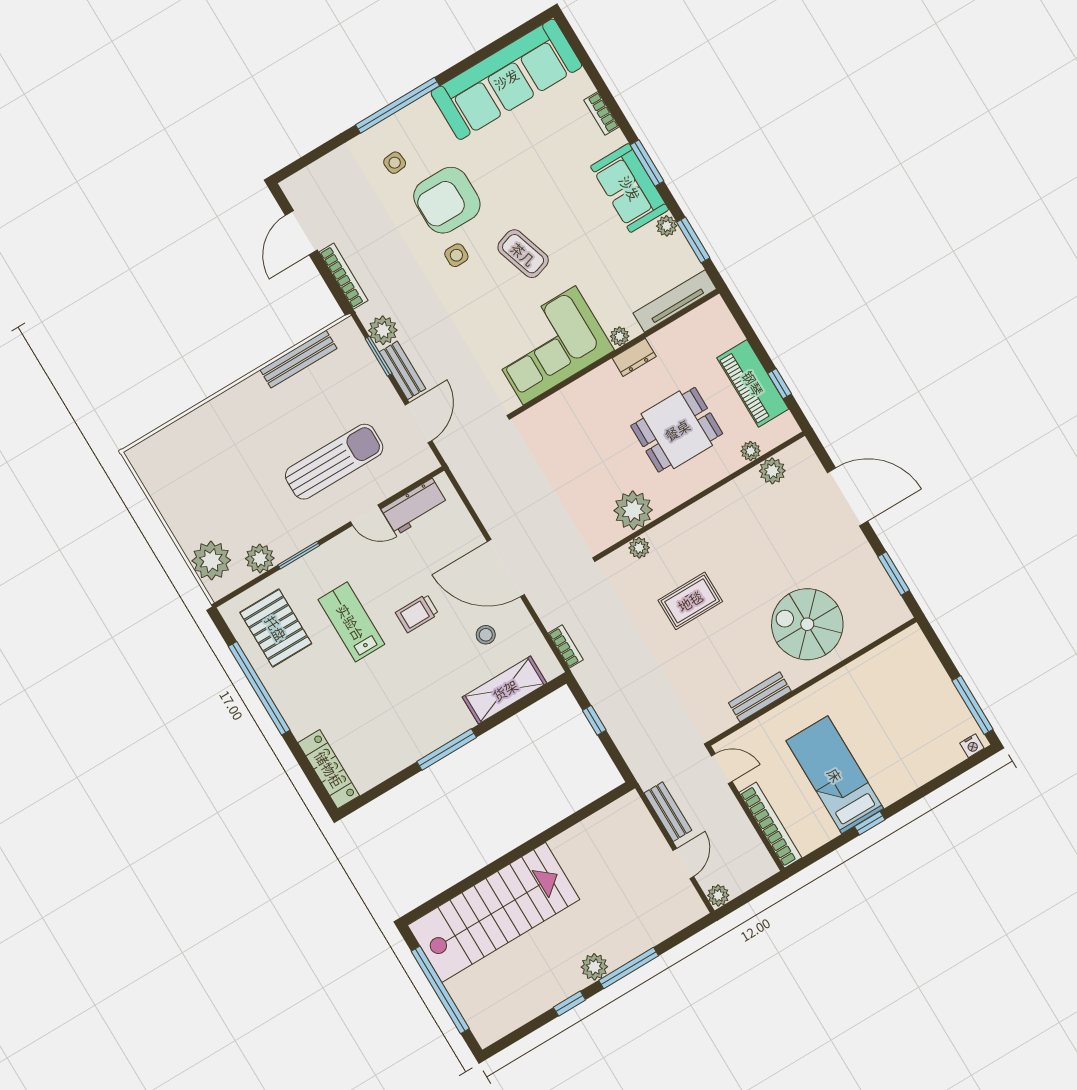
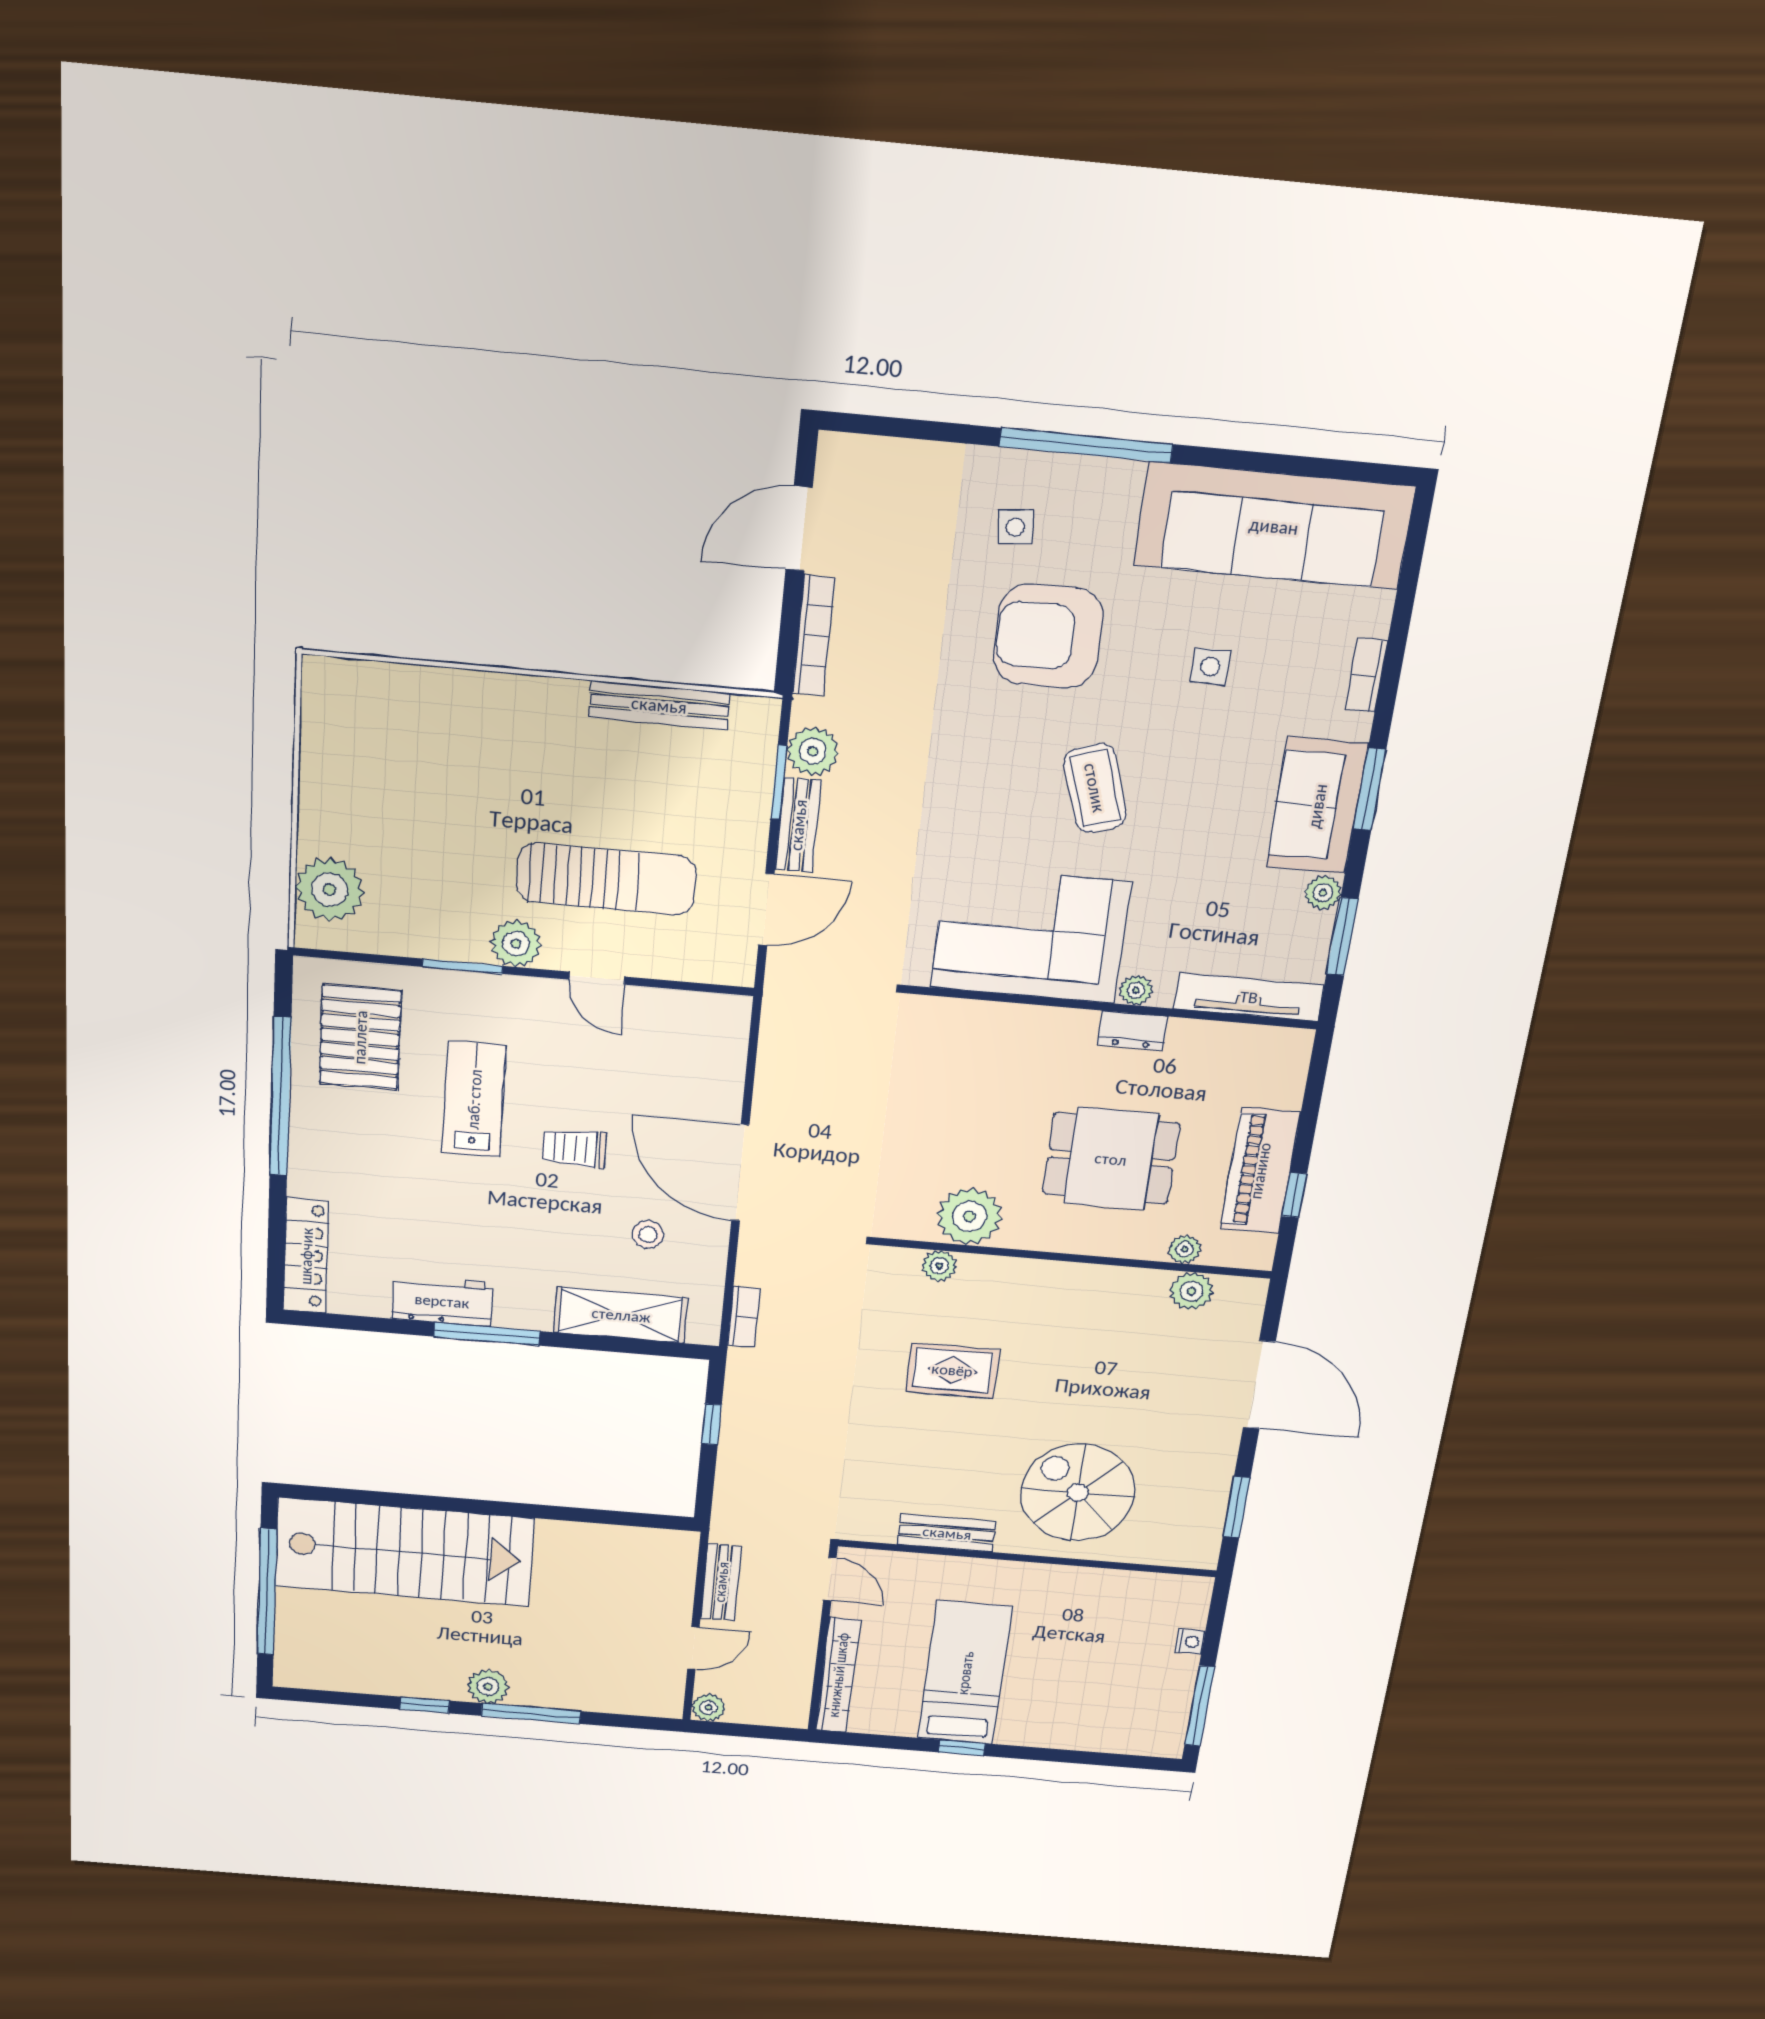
side table: (456, 255) -> (1210, 667), moved
workbench: (414, 507) -> (442, 1301), moved, turned 180
plant: (260, 558) -> (516, 944), moved
nightstand: (972, 746) -> (1190, 1642), moved, turned -90

